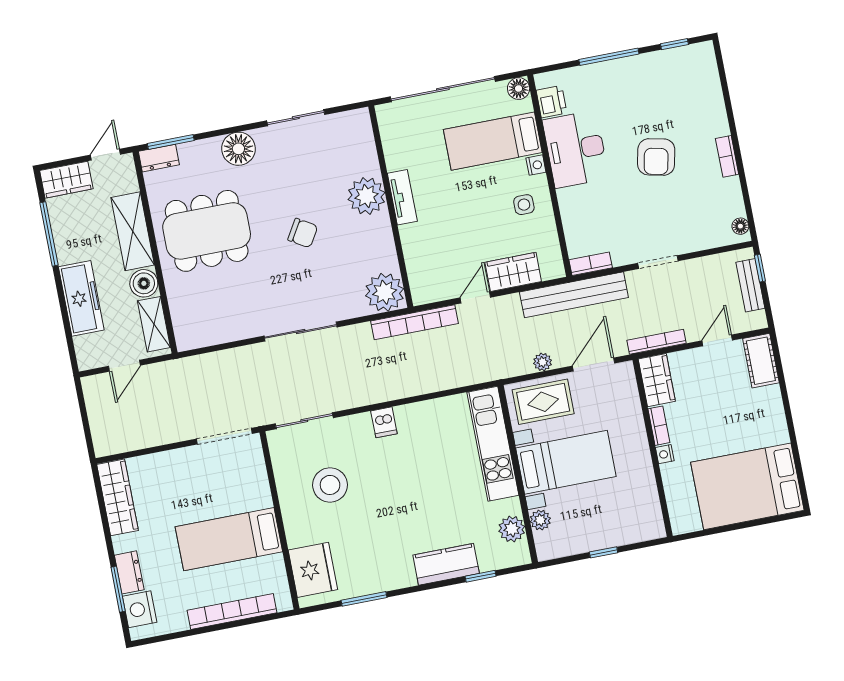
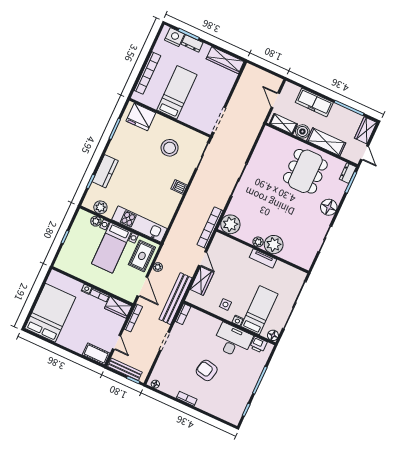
plant: (381, 225) -> (258, 242), added
chair: (303, 233) -> (277, 209), removed
bench: (750, 285) -> (125, 369), width x1.36

